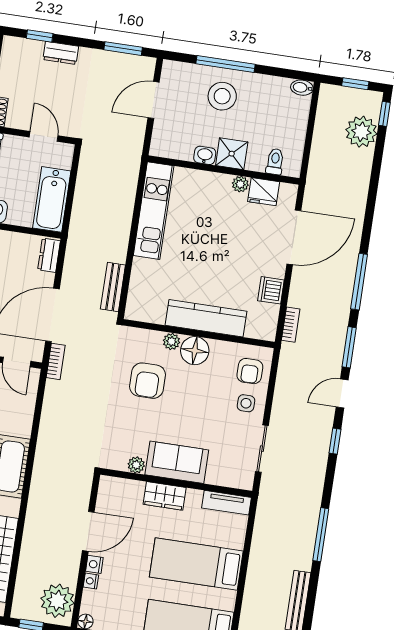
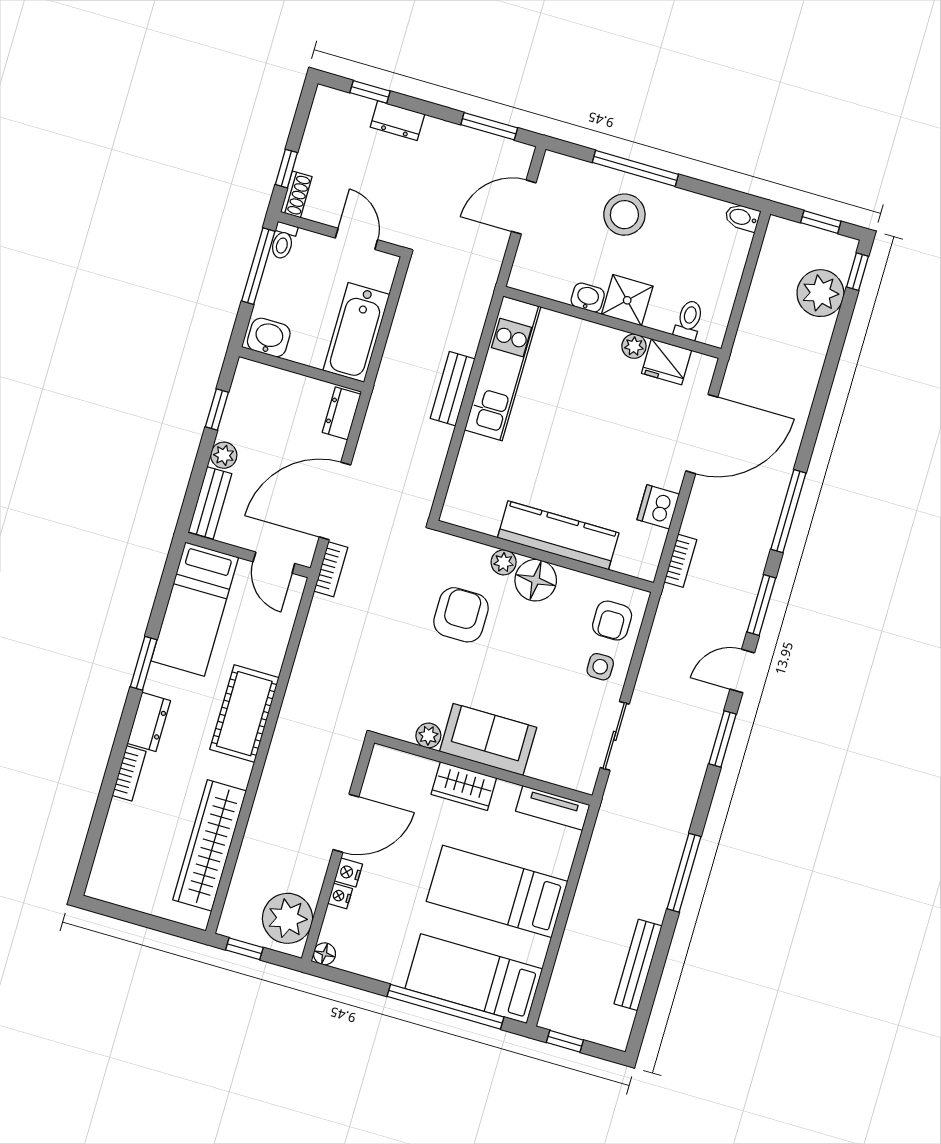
bench: (113, 287) -> (453, 389), moved
armchair: (147, 381) -> (461, 615), turned 180
window: (335, 441) -> (723, 739), width x1.50

